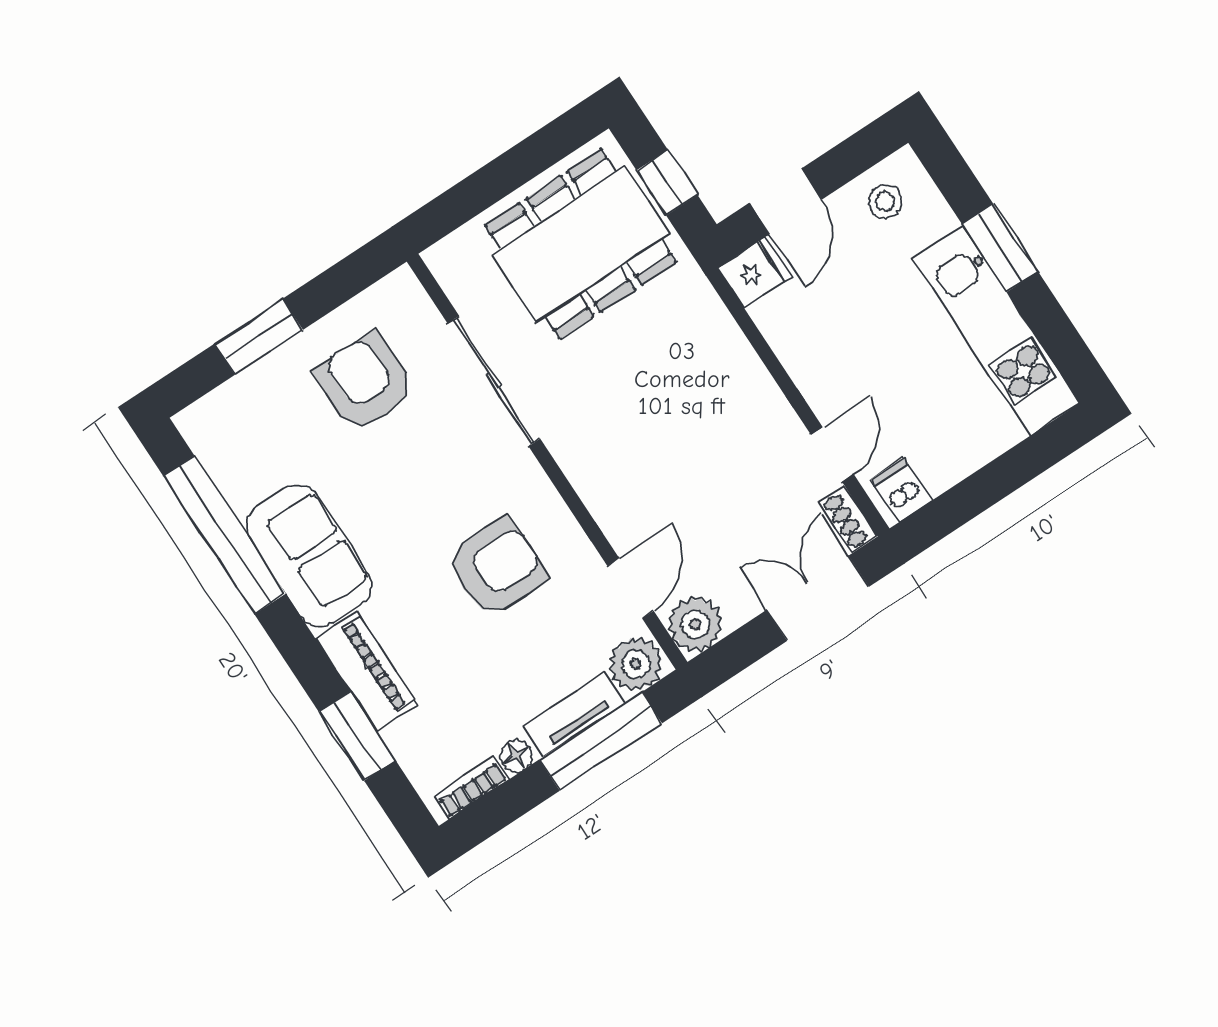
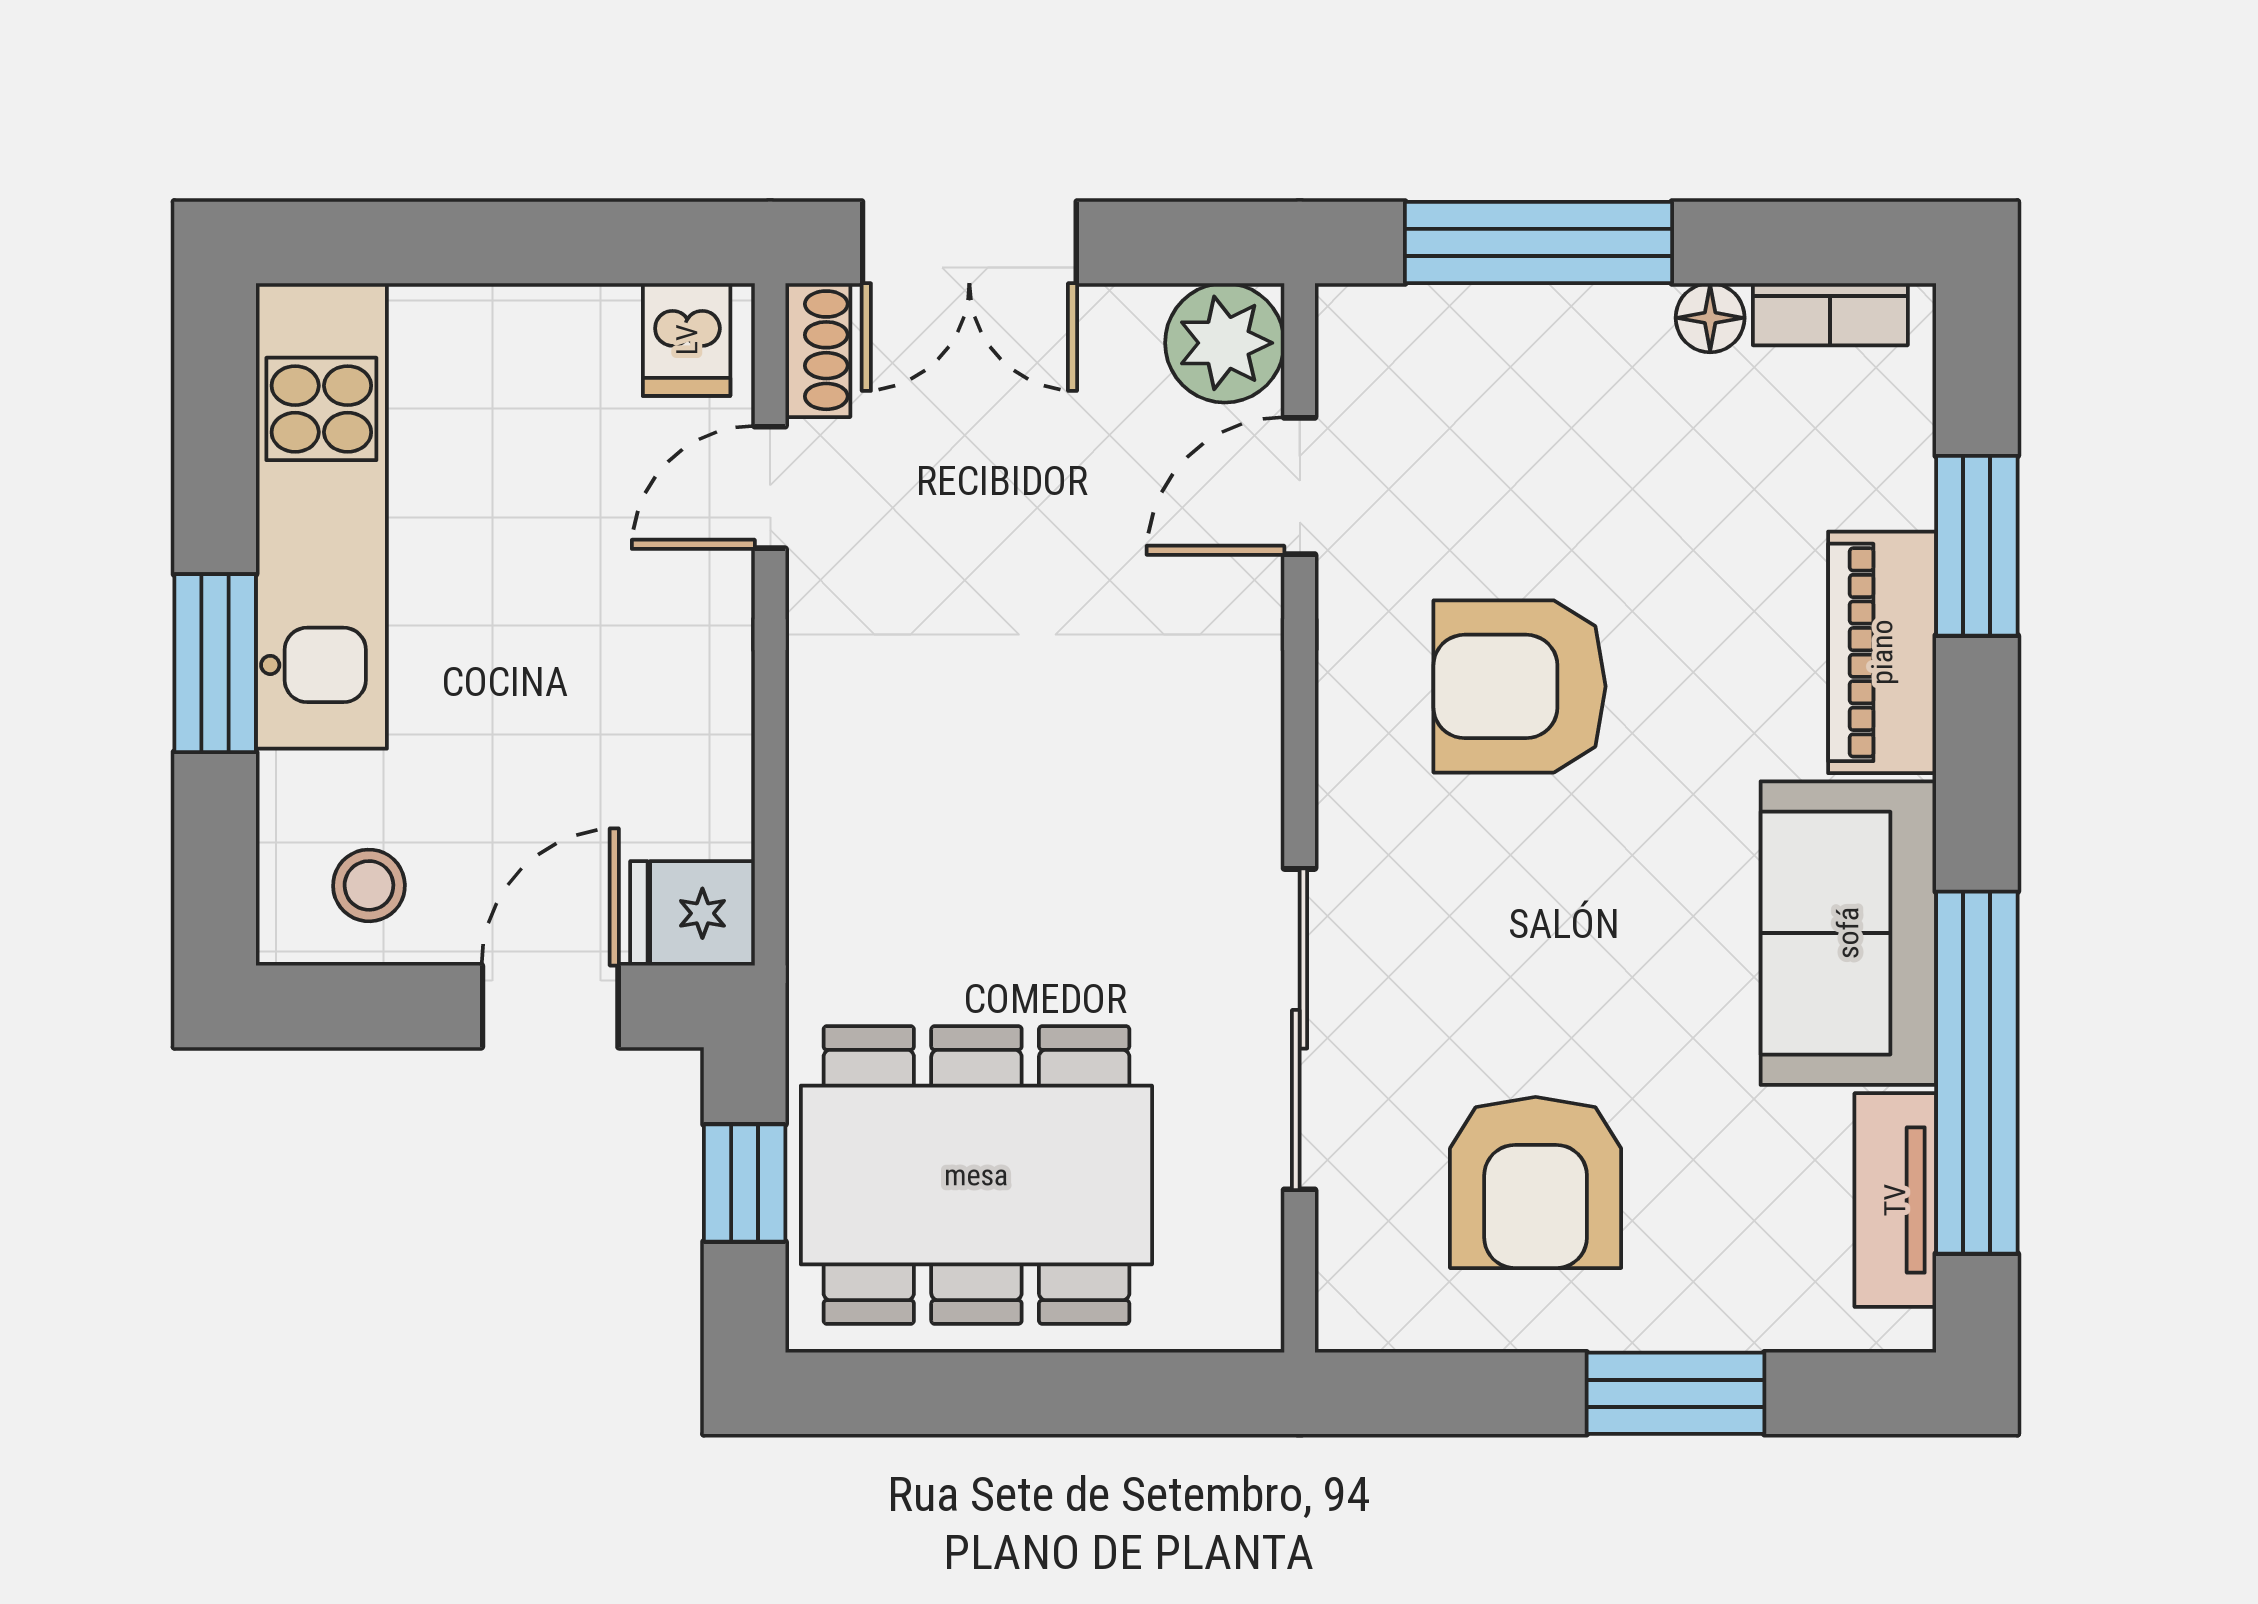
plant: (636, 664) -> (1381, 342), removed
tv unit: (574, 714) -> (1895, 1200), moved, turned 90

